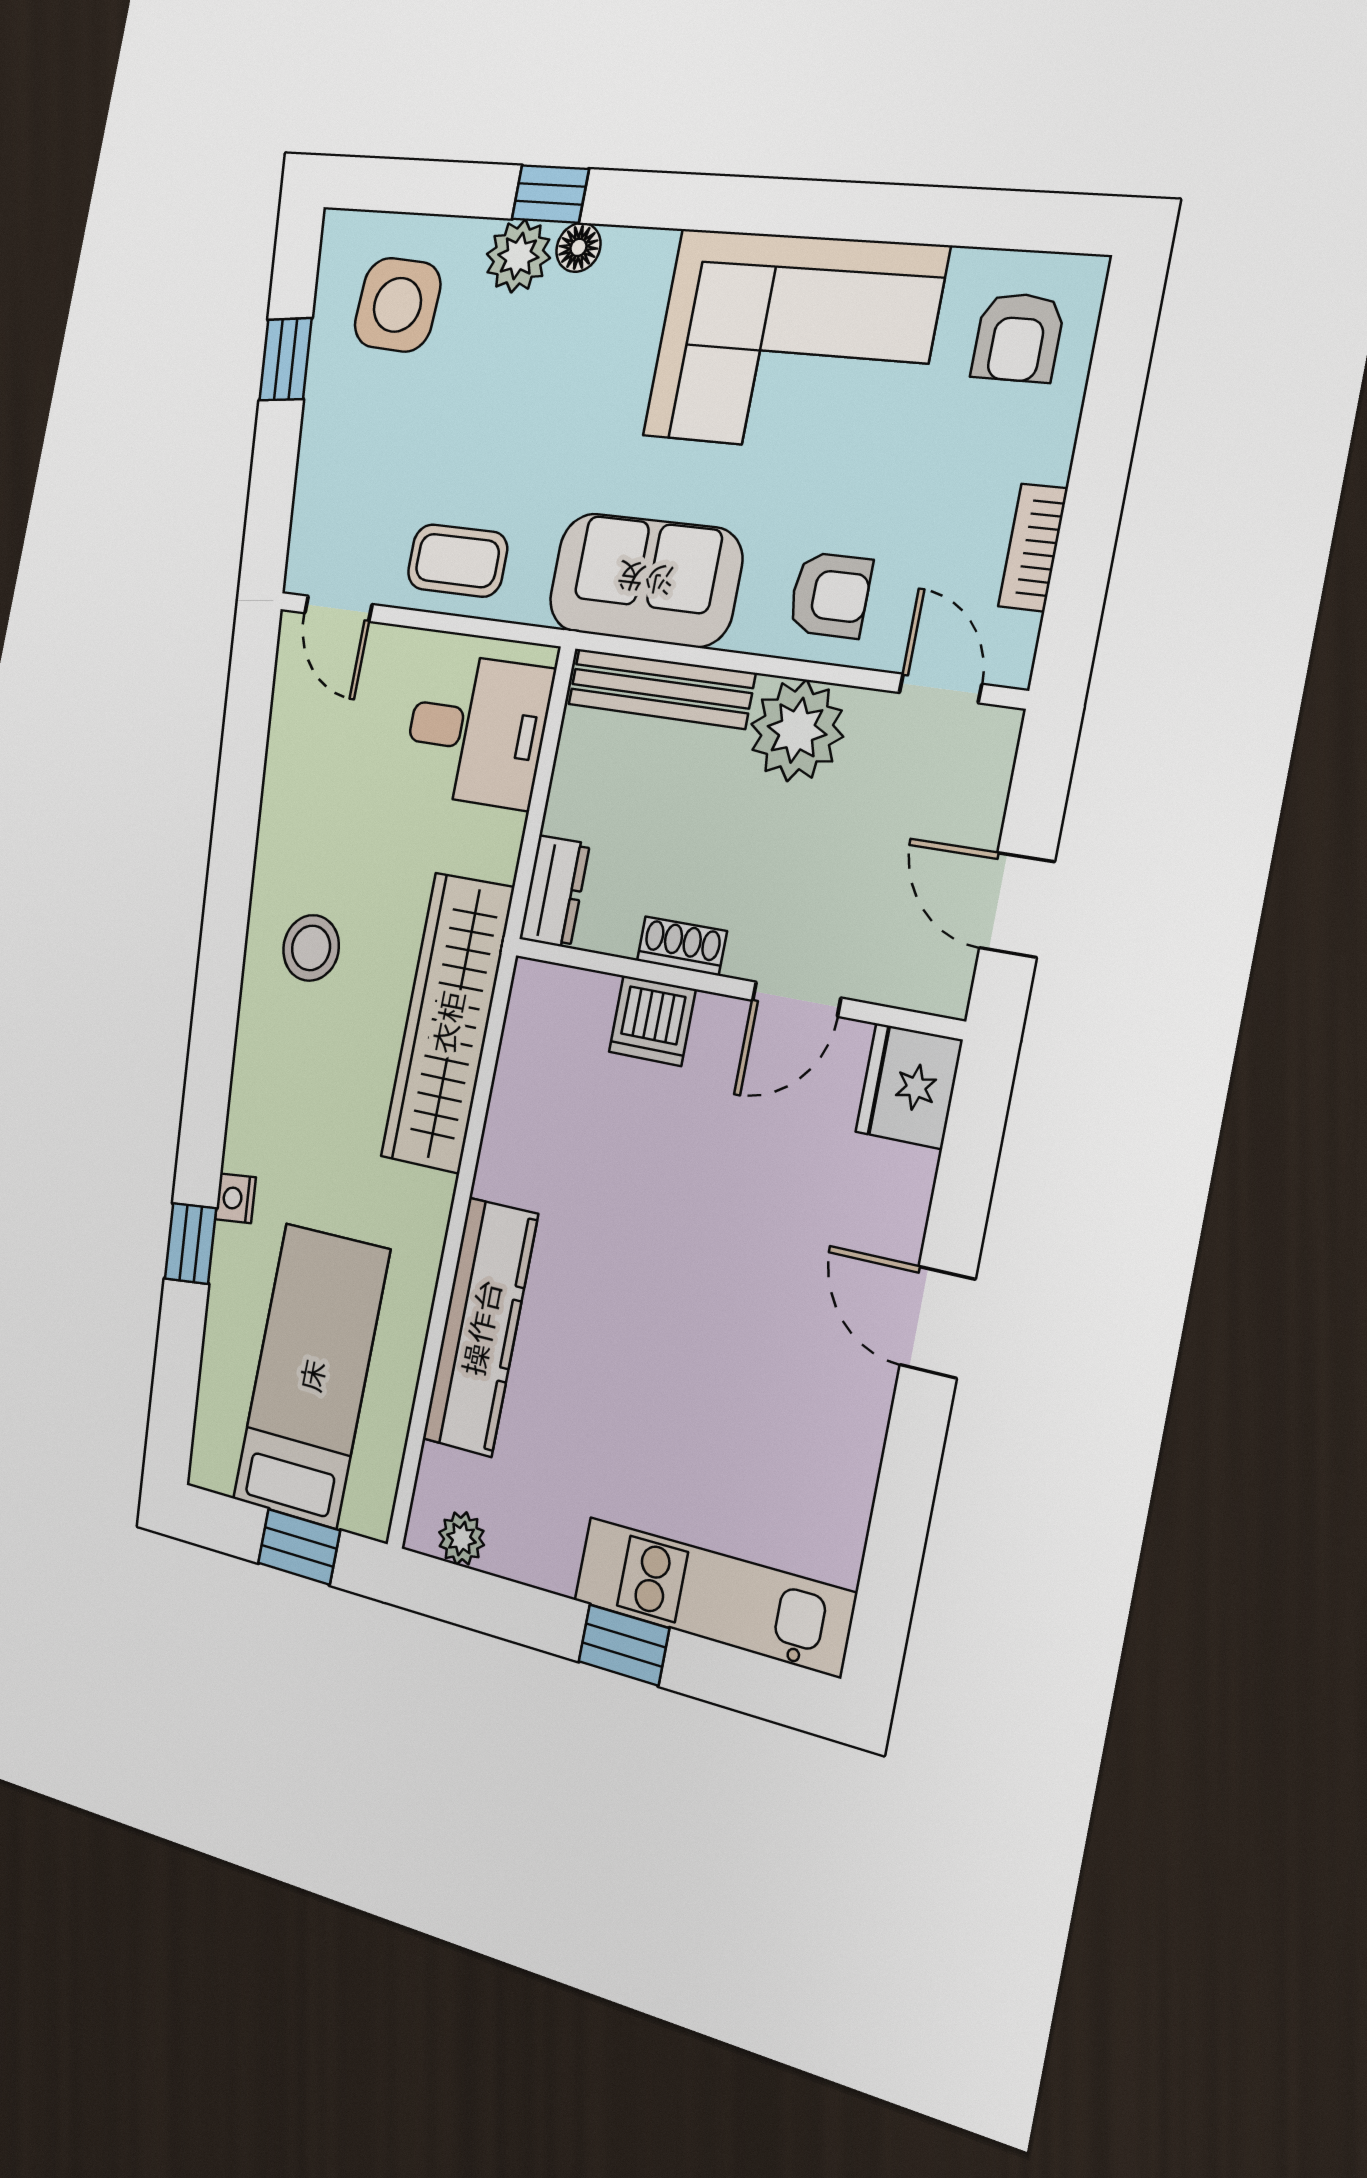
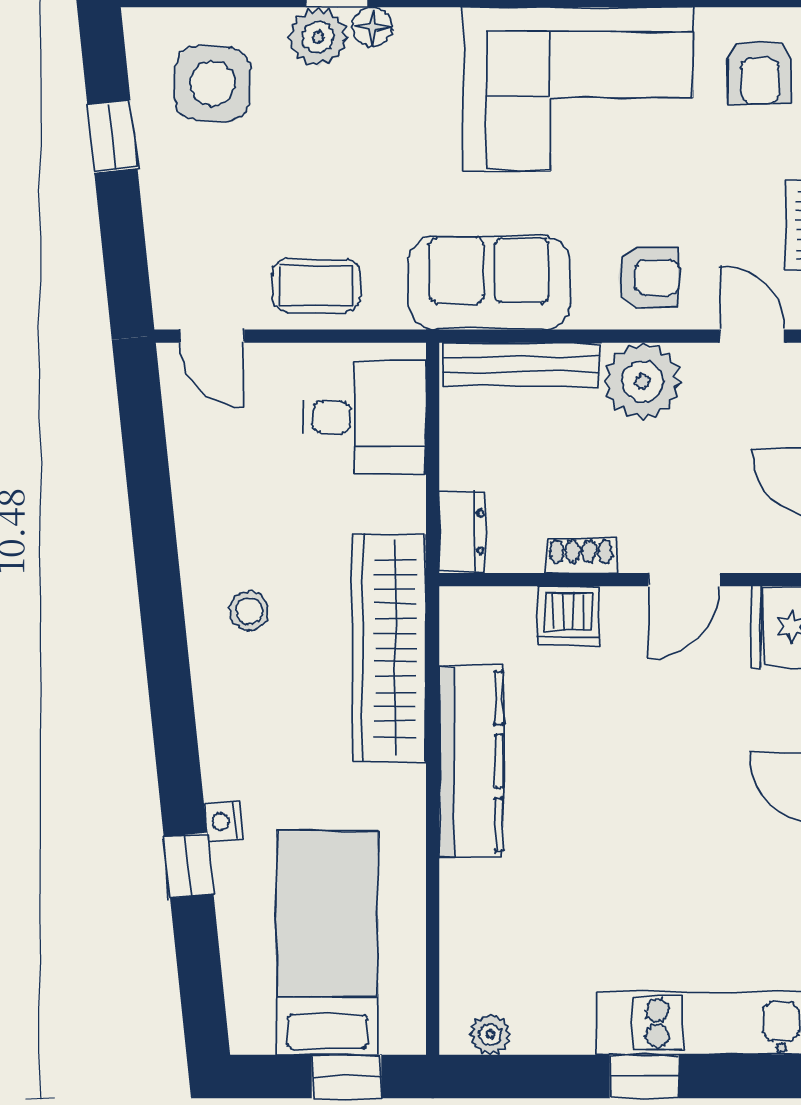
stool: (311, 948) -> (249, 611), width x0.73, depth x0.73
kitchen counter: (480, 1327) -> (471, 761), moved

